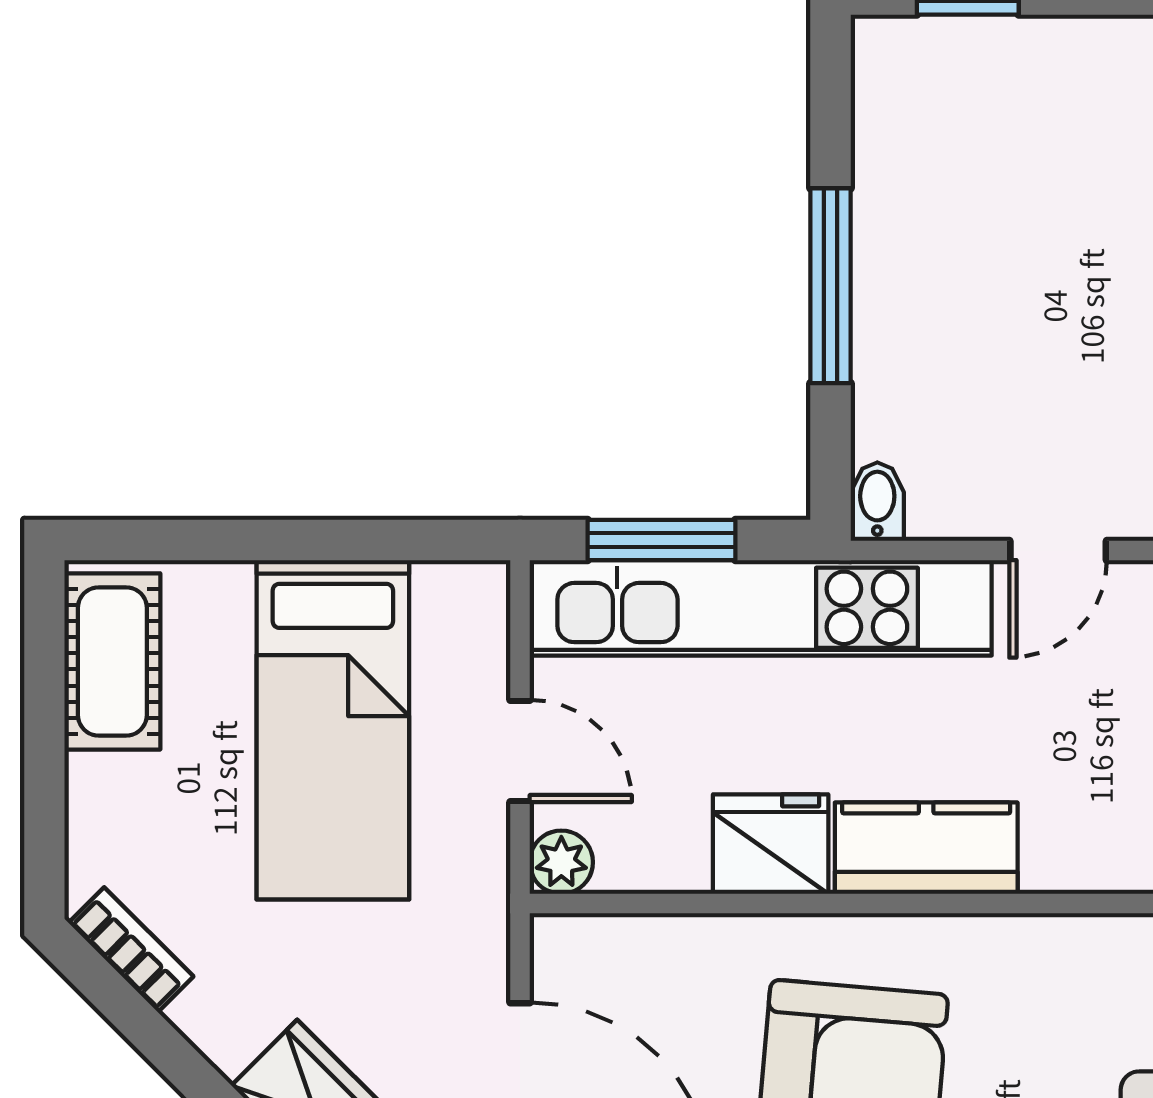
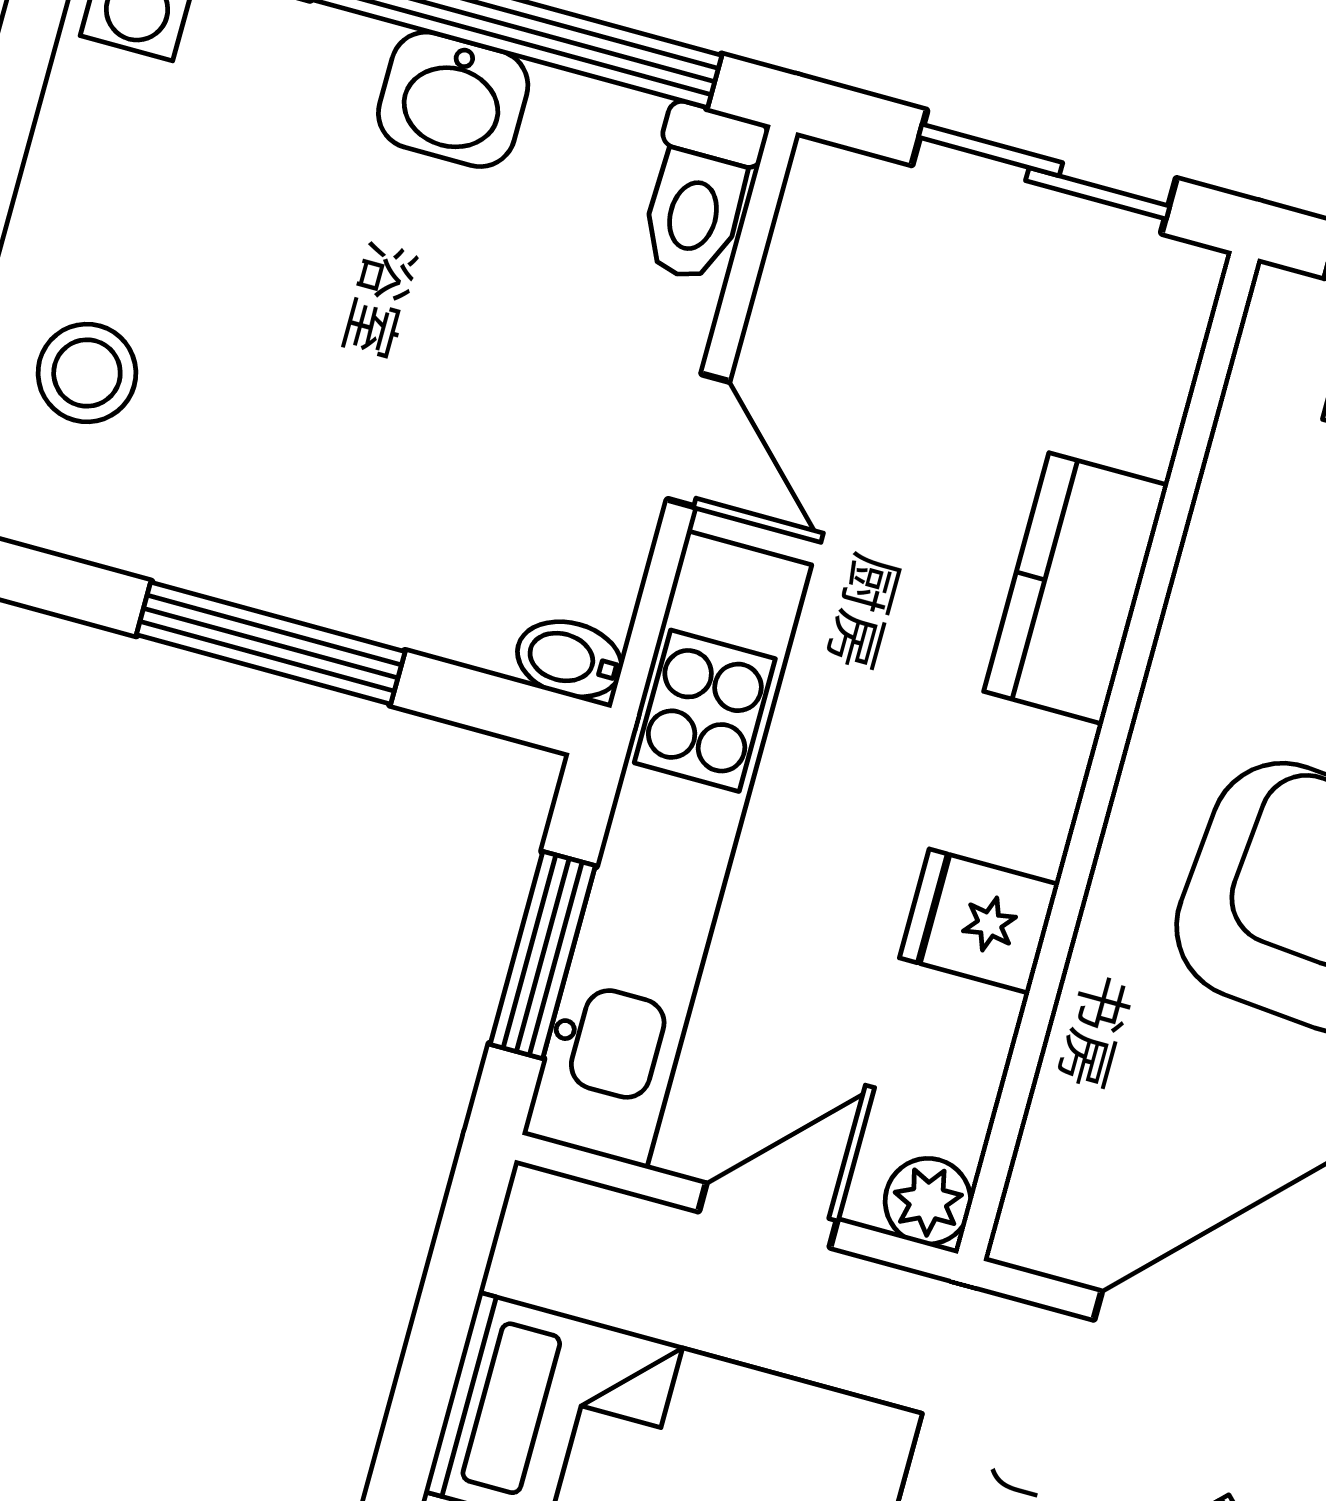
stool: (987, 102) -> (87, 373), added
fridge: (771, 844) -> (979, 921), width x0.72
kitchen counter: (926, 848) -> (1076, 588), moved

